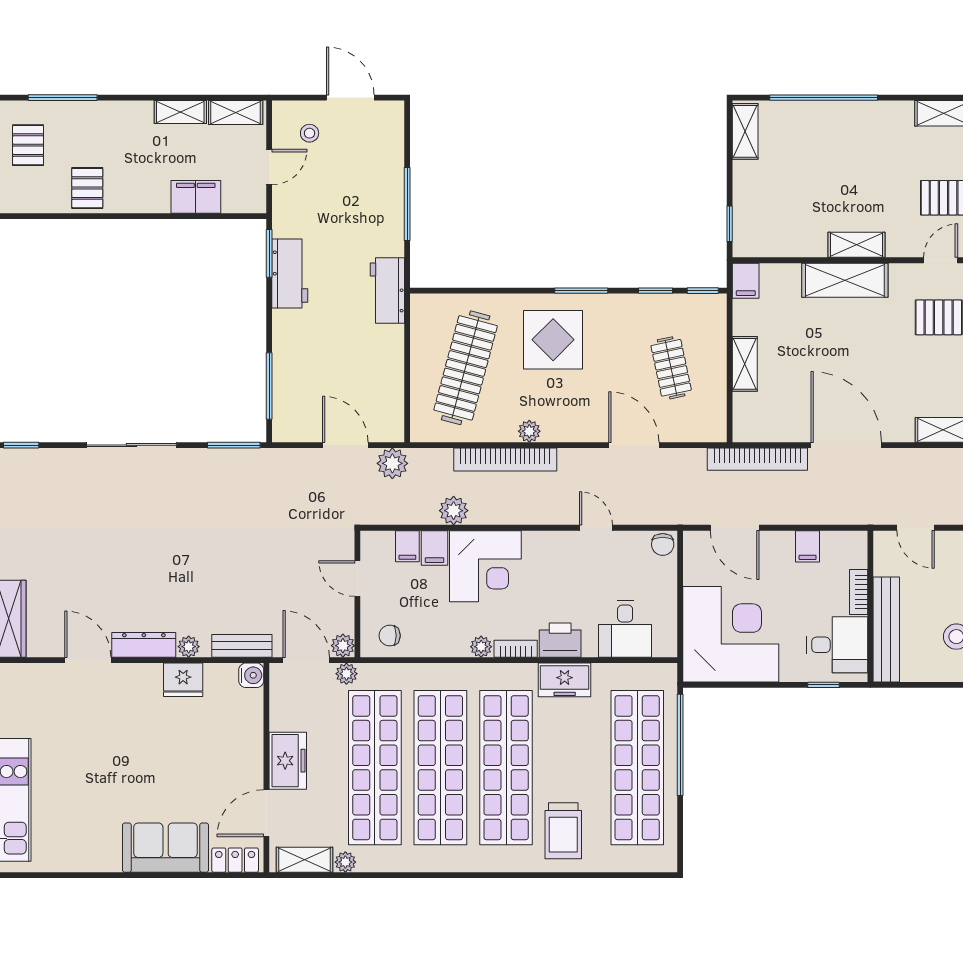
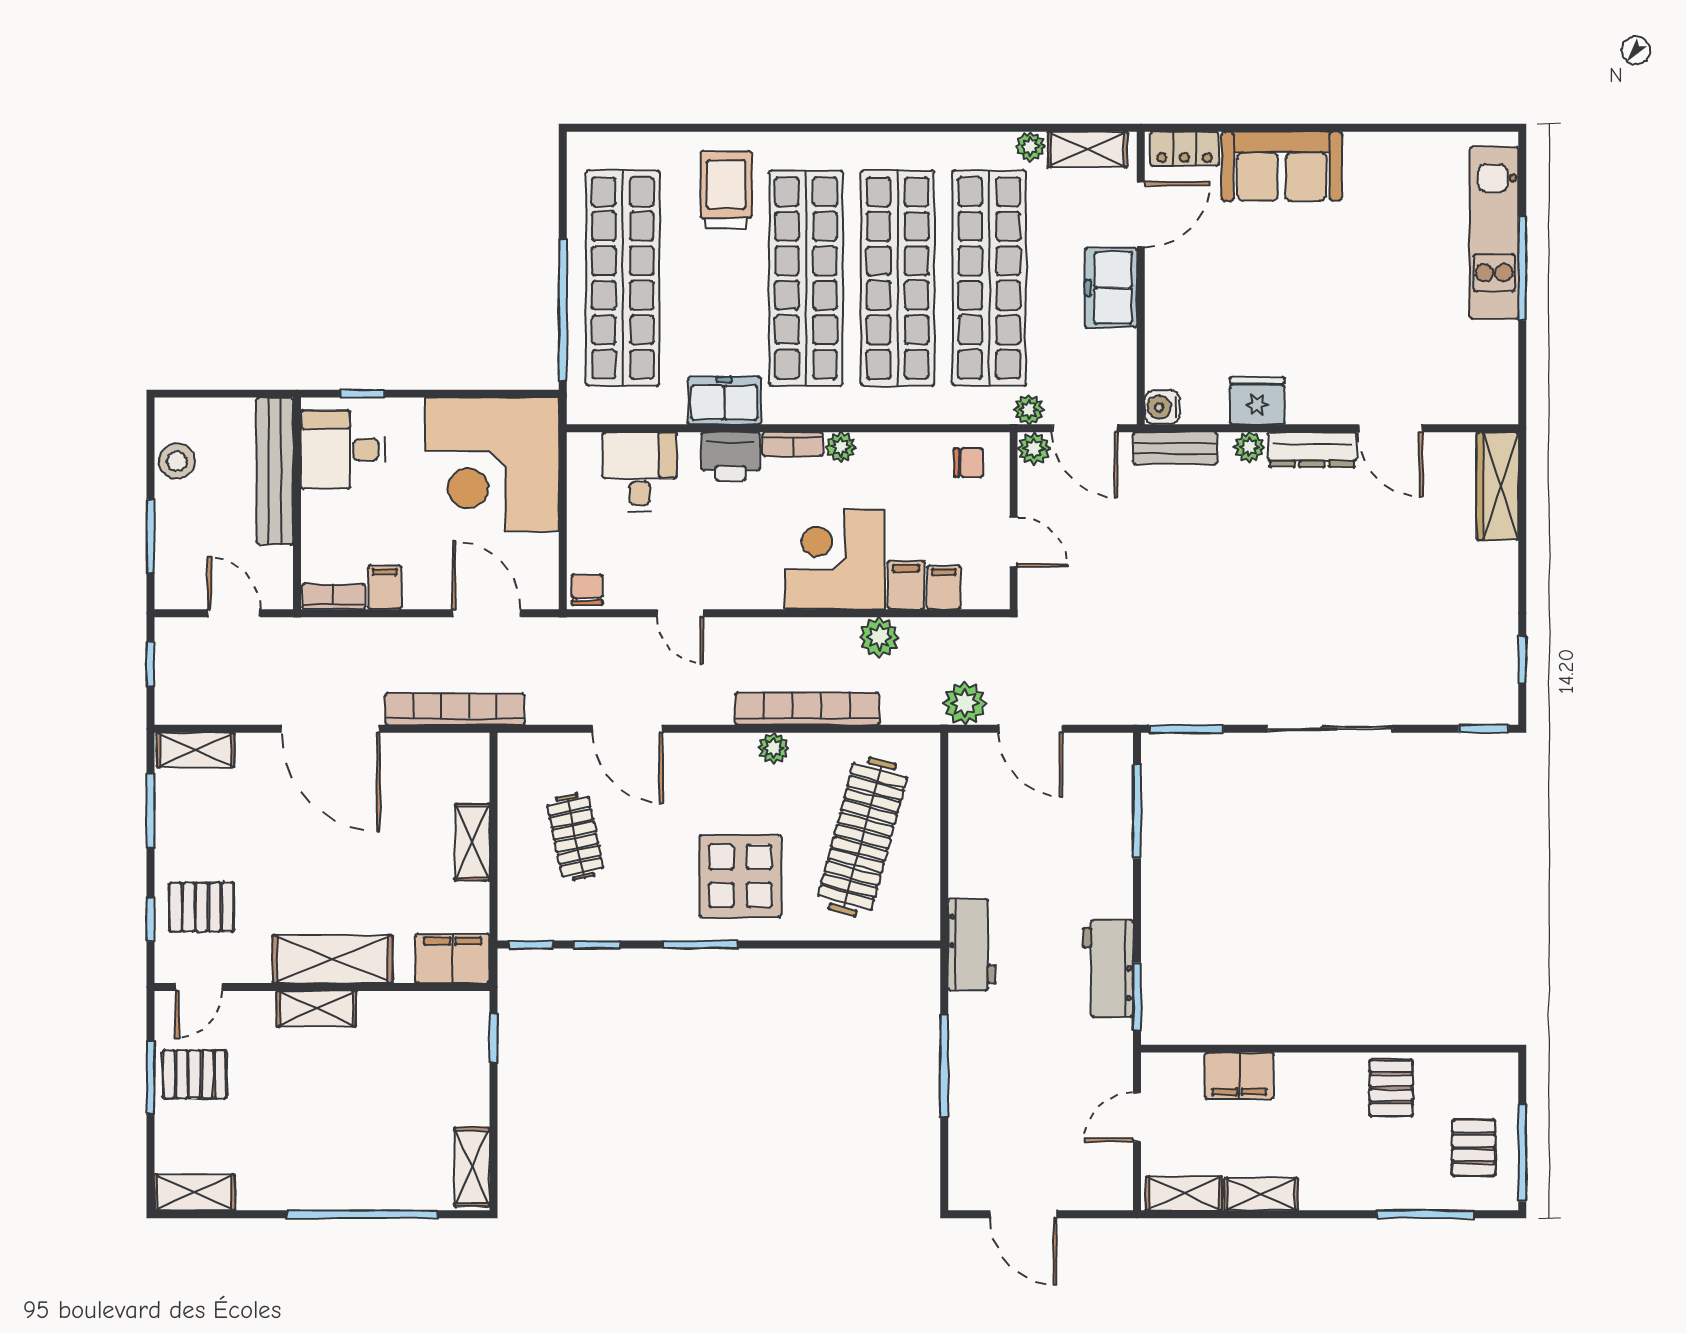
stool: (310, 133) -> (1081, 1165), removed
filing cabinet: (746, 281) -> (453, 958), width x2.00
bookcase: (859, 592) -> (334, 597), moved, turned -90

